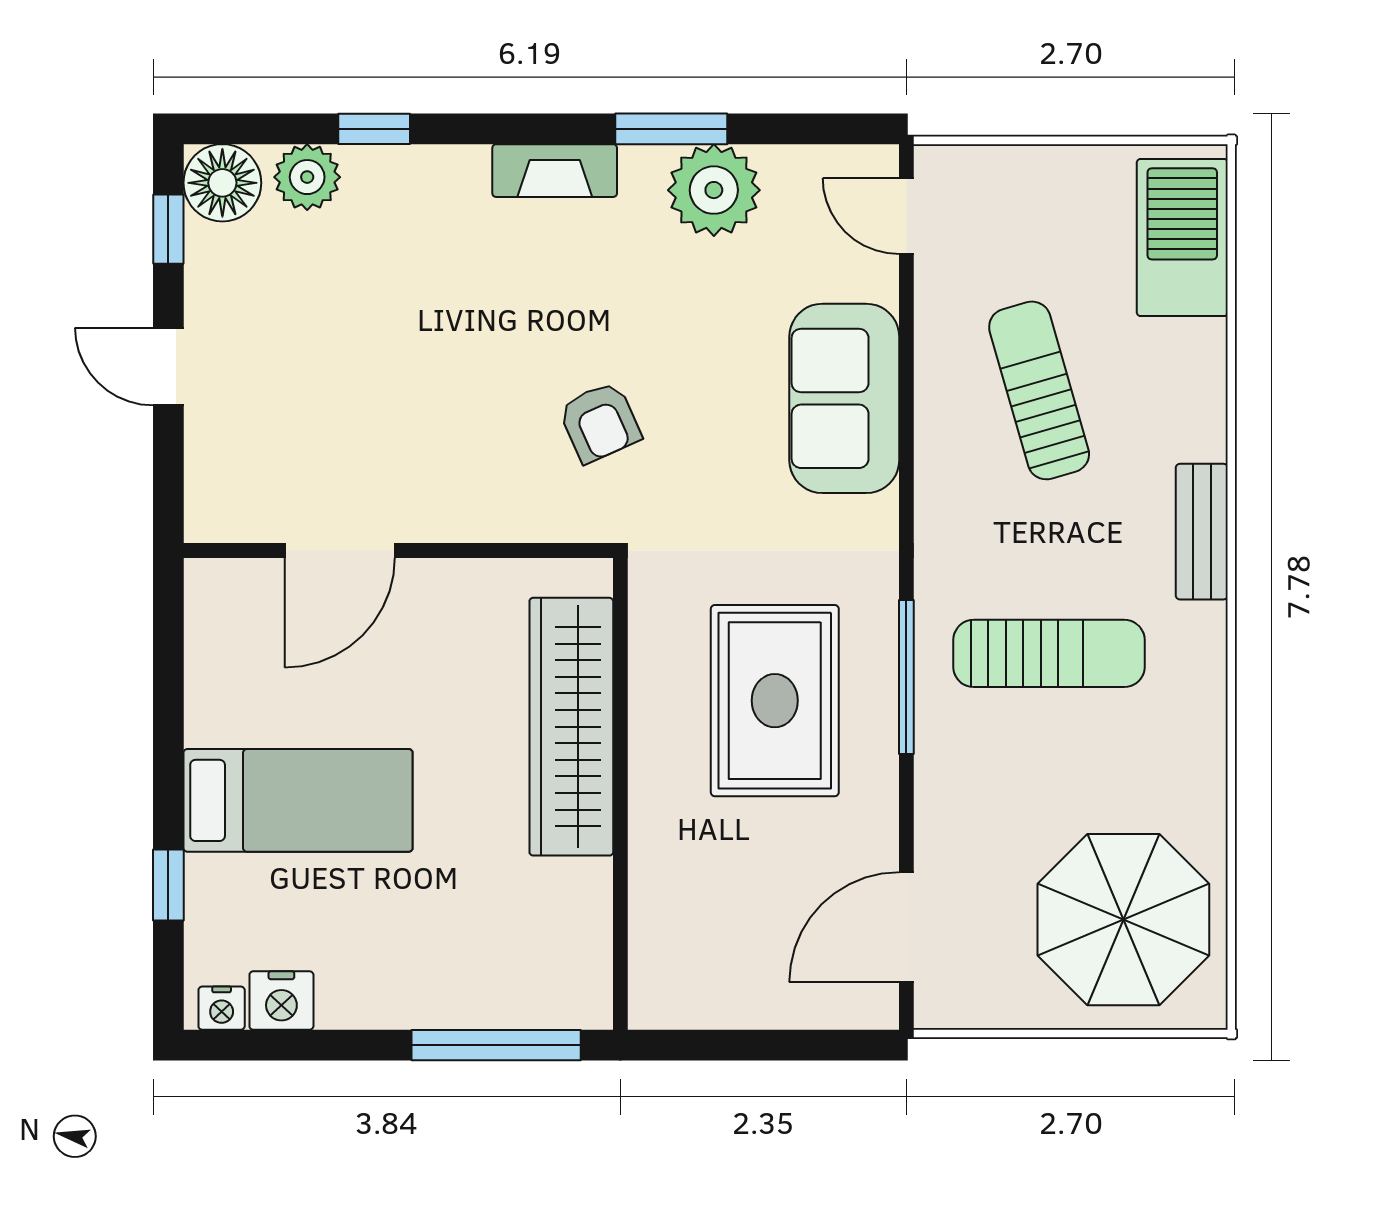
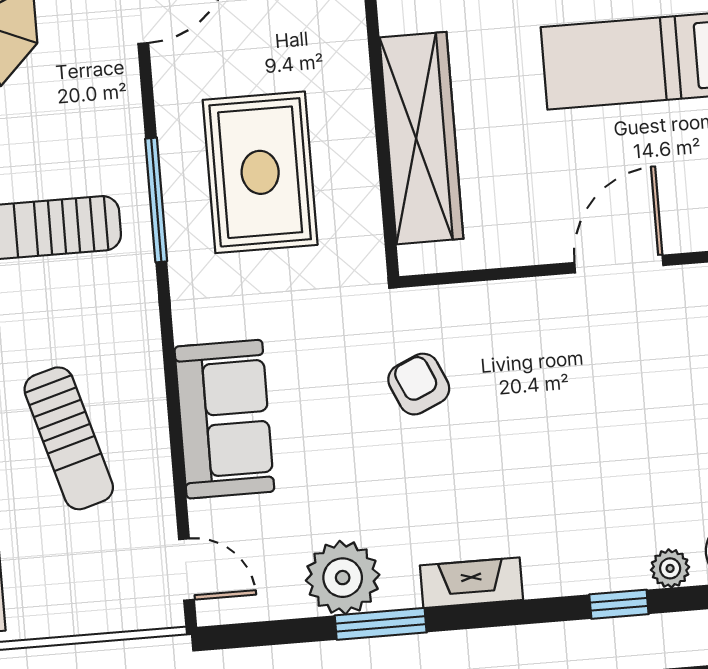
plant: (307, 177) -> (670, 568), width x0.73, depth x0.73

